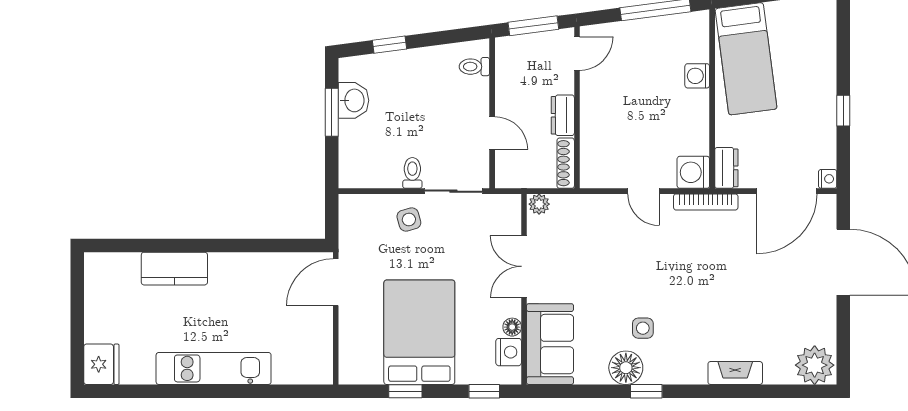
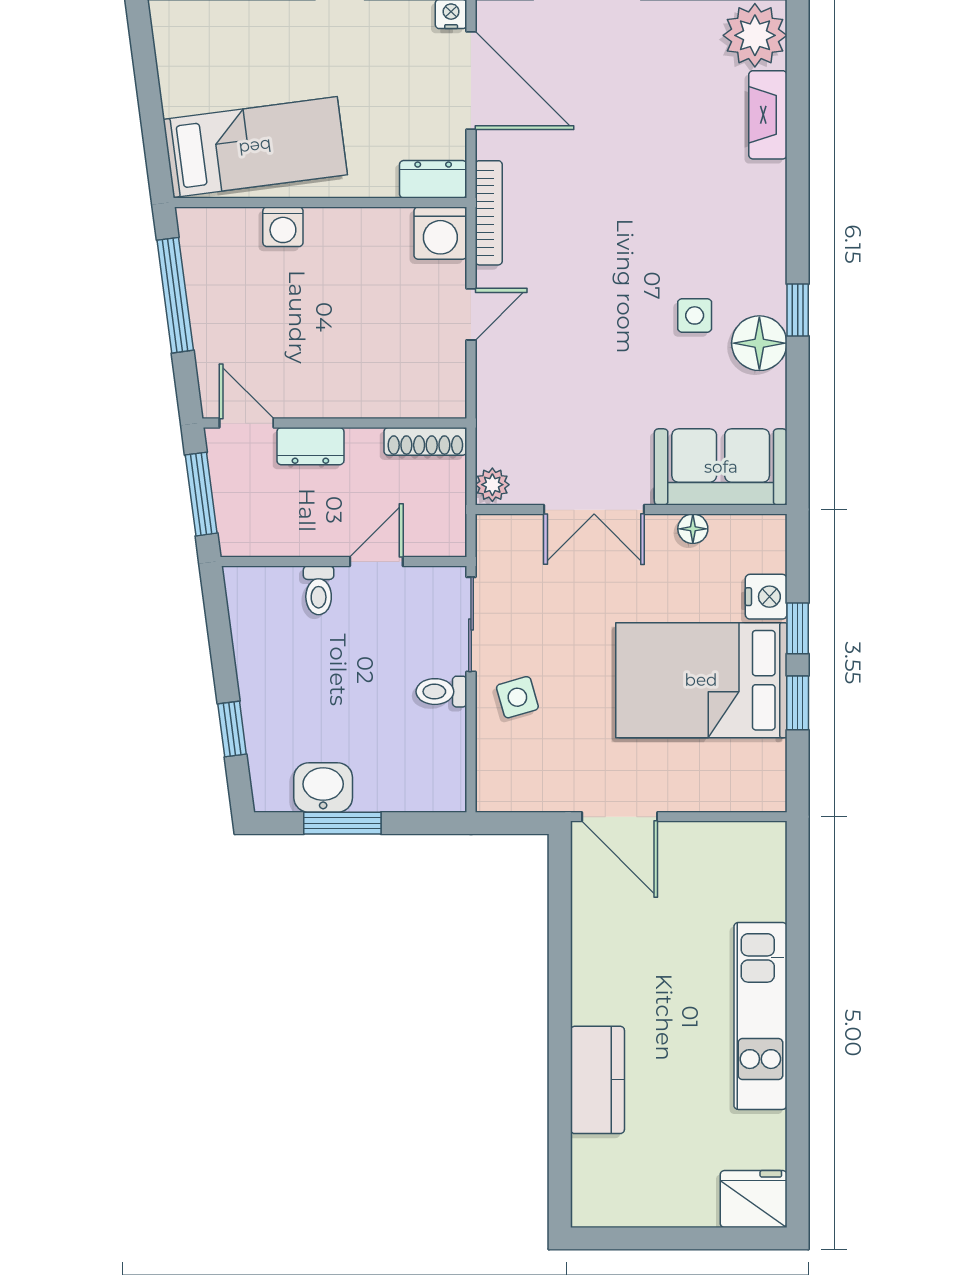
toilet: (474, 67) -> (319, 590), moved
dresser: (563, 115) -> (310, 446), moved
nightstand: (509, 352) -> (766, 597), moved, turned 90
fireplace: (735, 373) -> (768, 115), moved
window: (484, 391) -> (798, 628), moved

